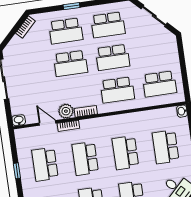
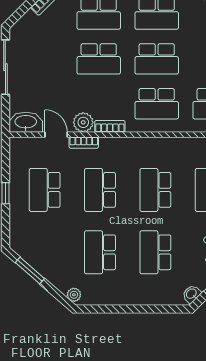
washbasin: (19, 120) -> (26, 122), width x1.91, depth x1.45

